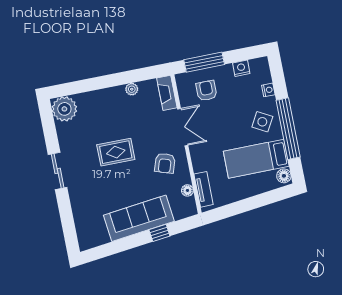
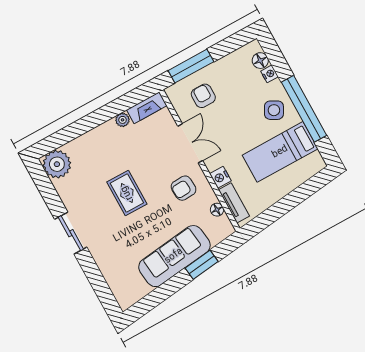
nightstand: (241, 68) -> (220, 177), moved, turned -90
fireplace: (167, 93) -> (147, 108), moved, turned -90
rug: (116, 152) -> (127, 193), turned 90
armchair: (165, 163) -> (184, 188), turned 69
floor lamp: (284, 176) -> (260, 61), moved
window: (159, 233) -> (202, 265), width x1.50

